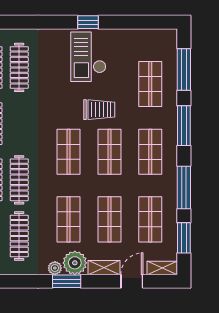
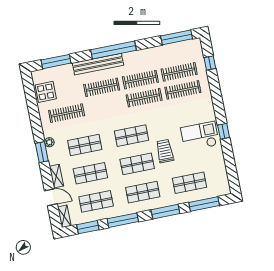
trolley: (99, 110) -> (165, 151), turned 180
clothes rail: (19, 180) -> (144, 98), moved
plant: (75, 263) -> (56, 155), removed

